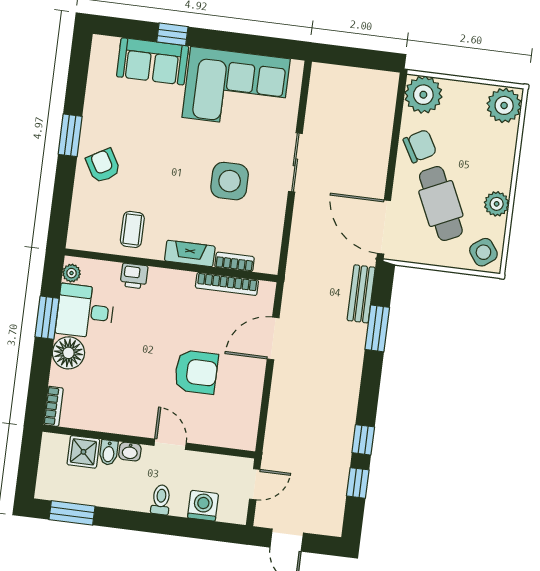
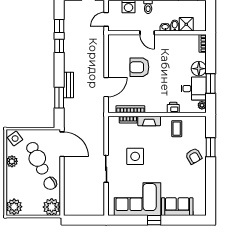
window: (172, 34) -> (154, 220), moved
window: (70, 135) -> (211, 147), moved
bench: (361, 294) -> (69, 85), moved

